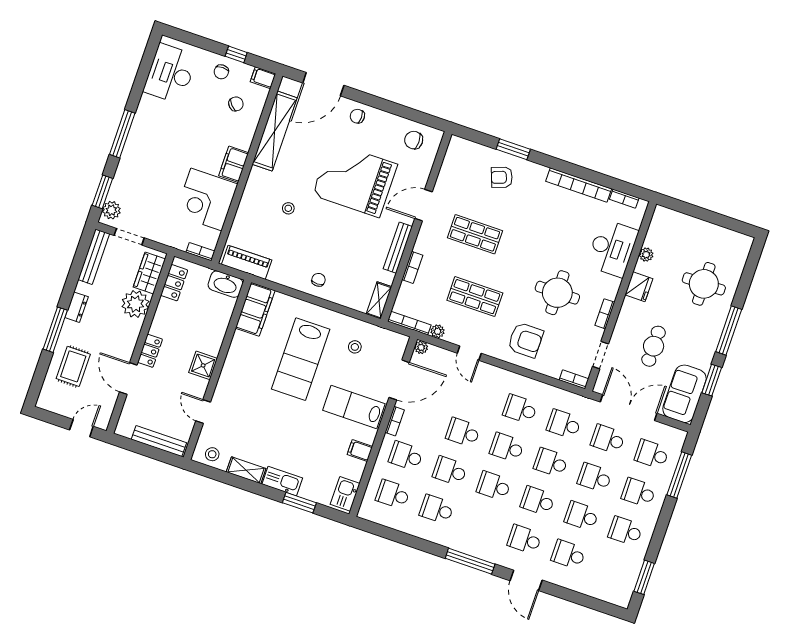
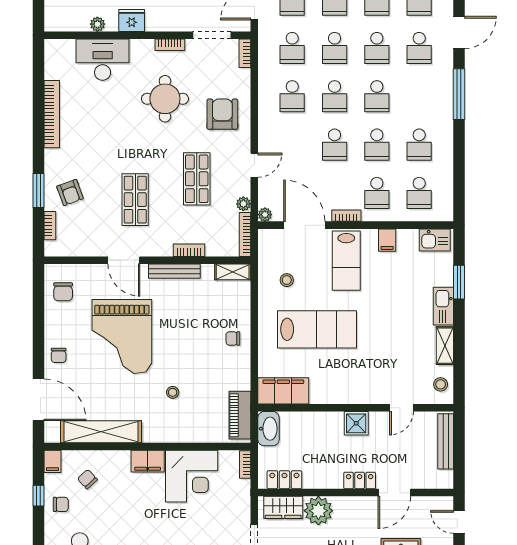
bookcase: (624, 199) -> (50, 226), moved
doorway: (600, 355) -> (212, 35), width x1.38

